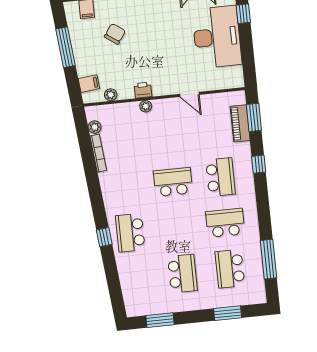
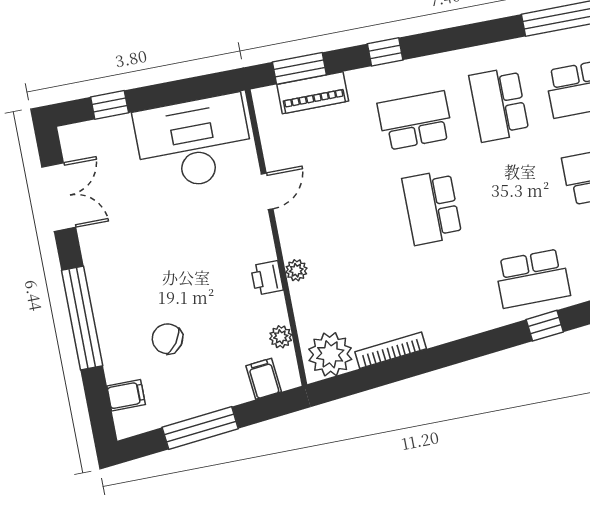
desk: (217, 37) -> (194, 143), moved
plant: (95, 127) -> (330, 354), width x1.88, depth x1.88

